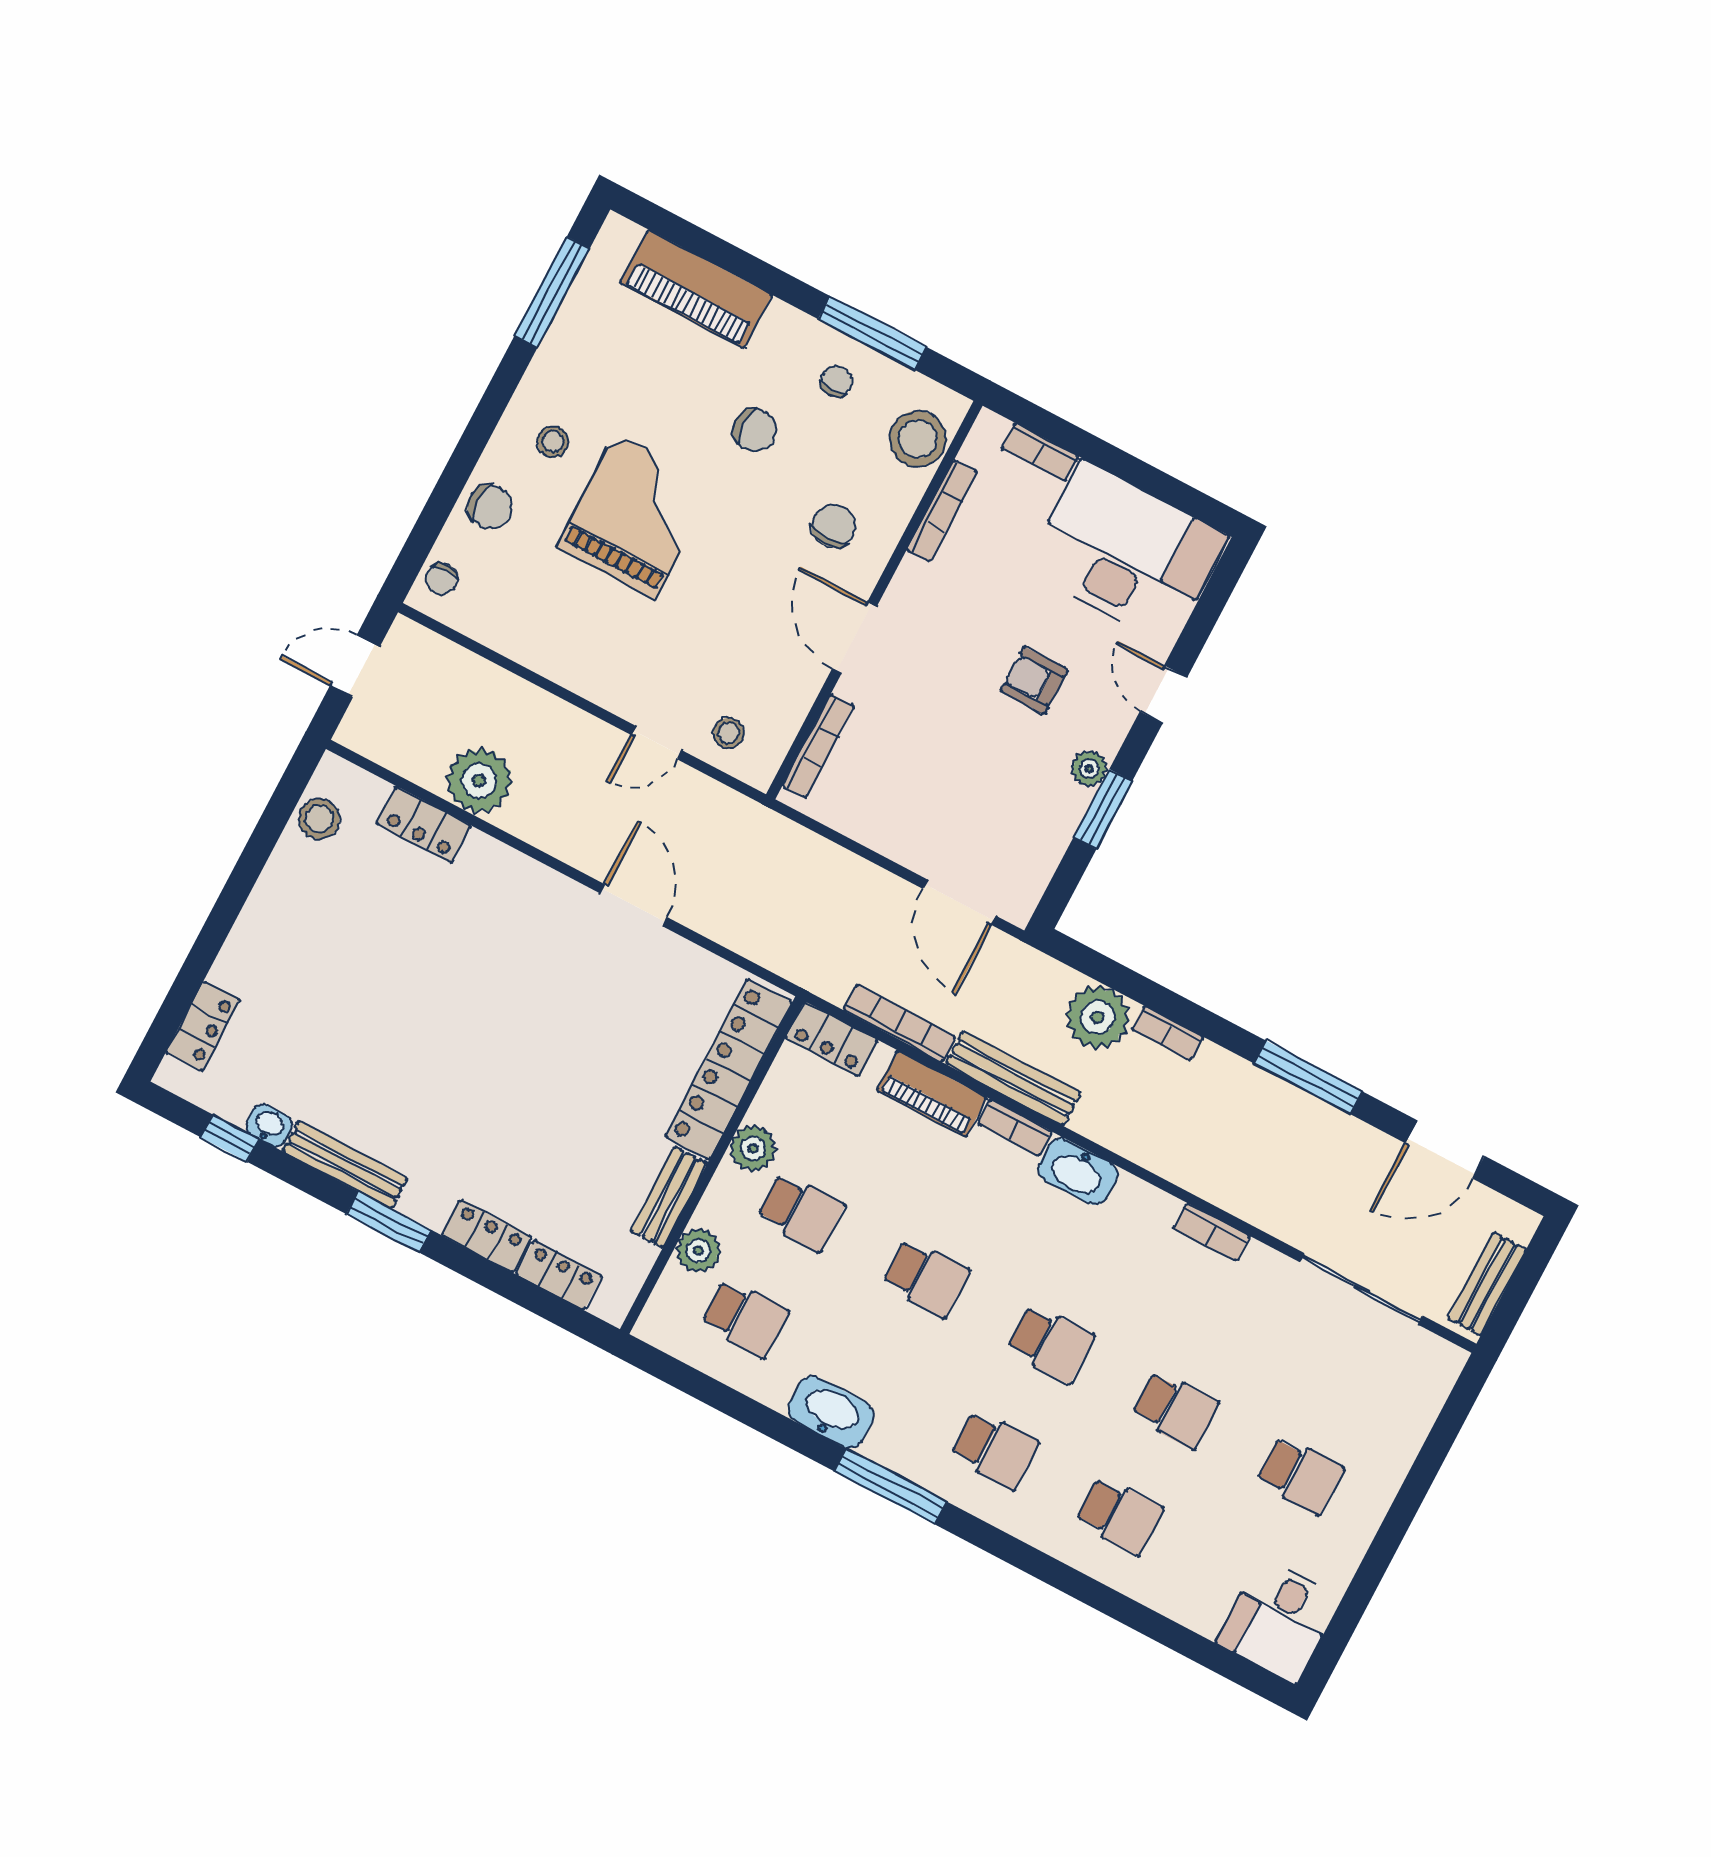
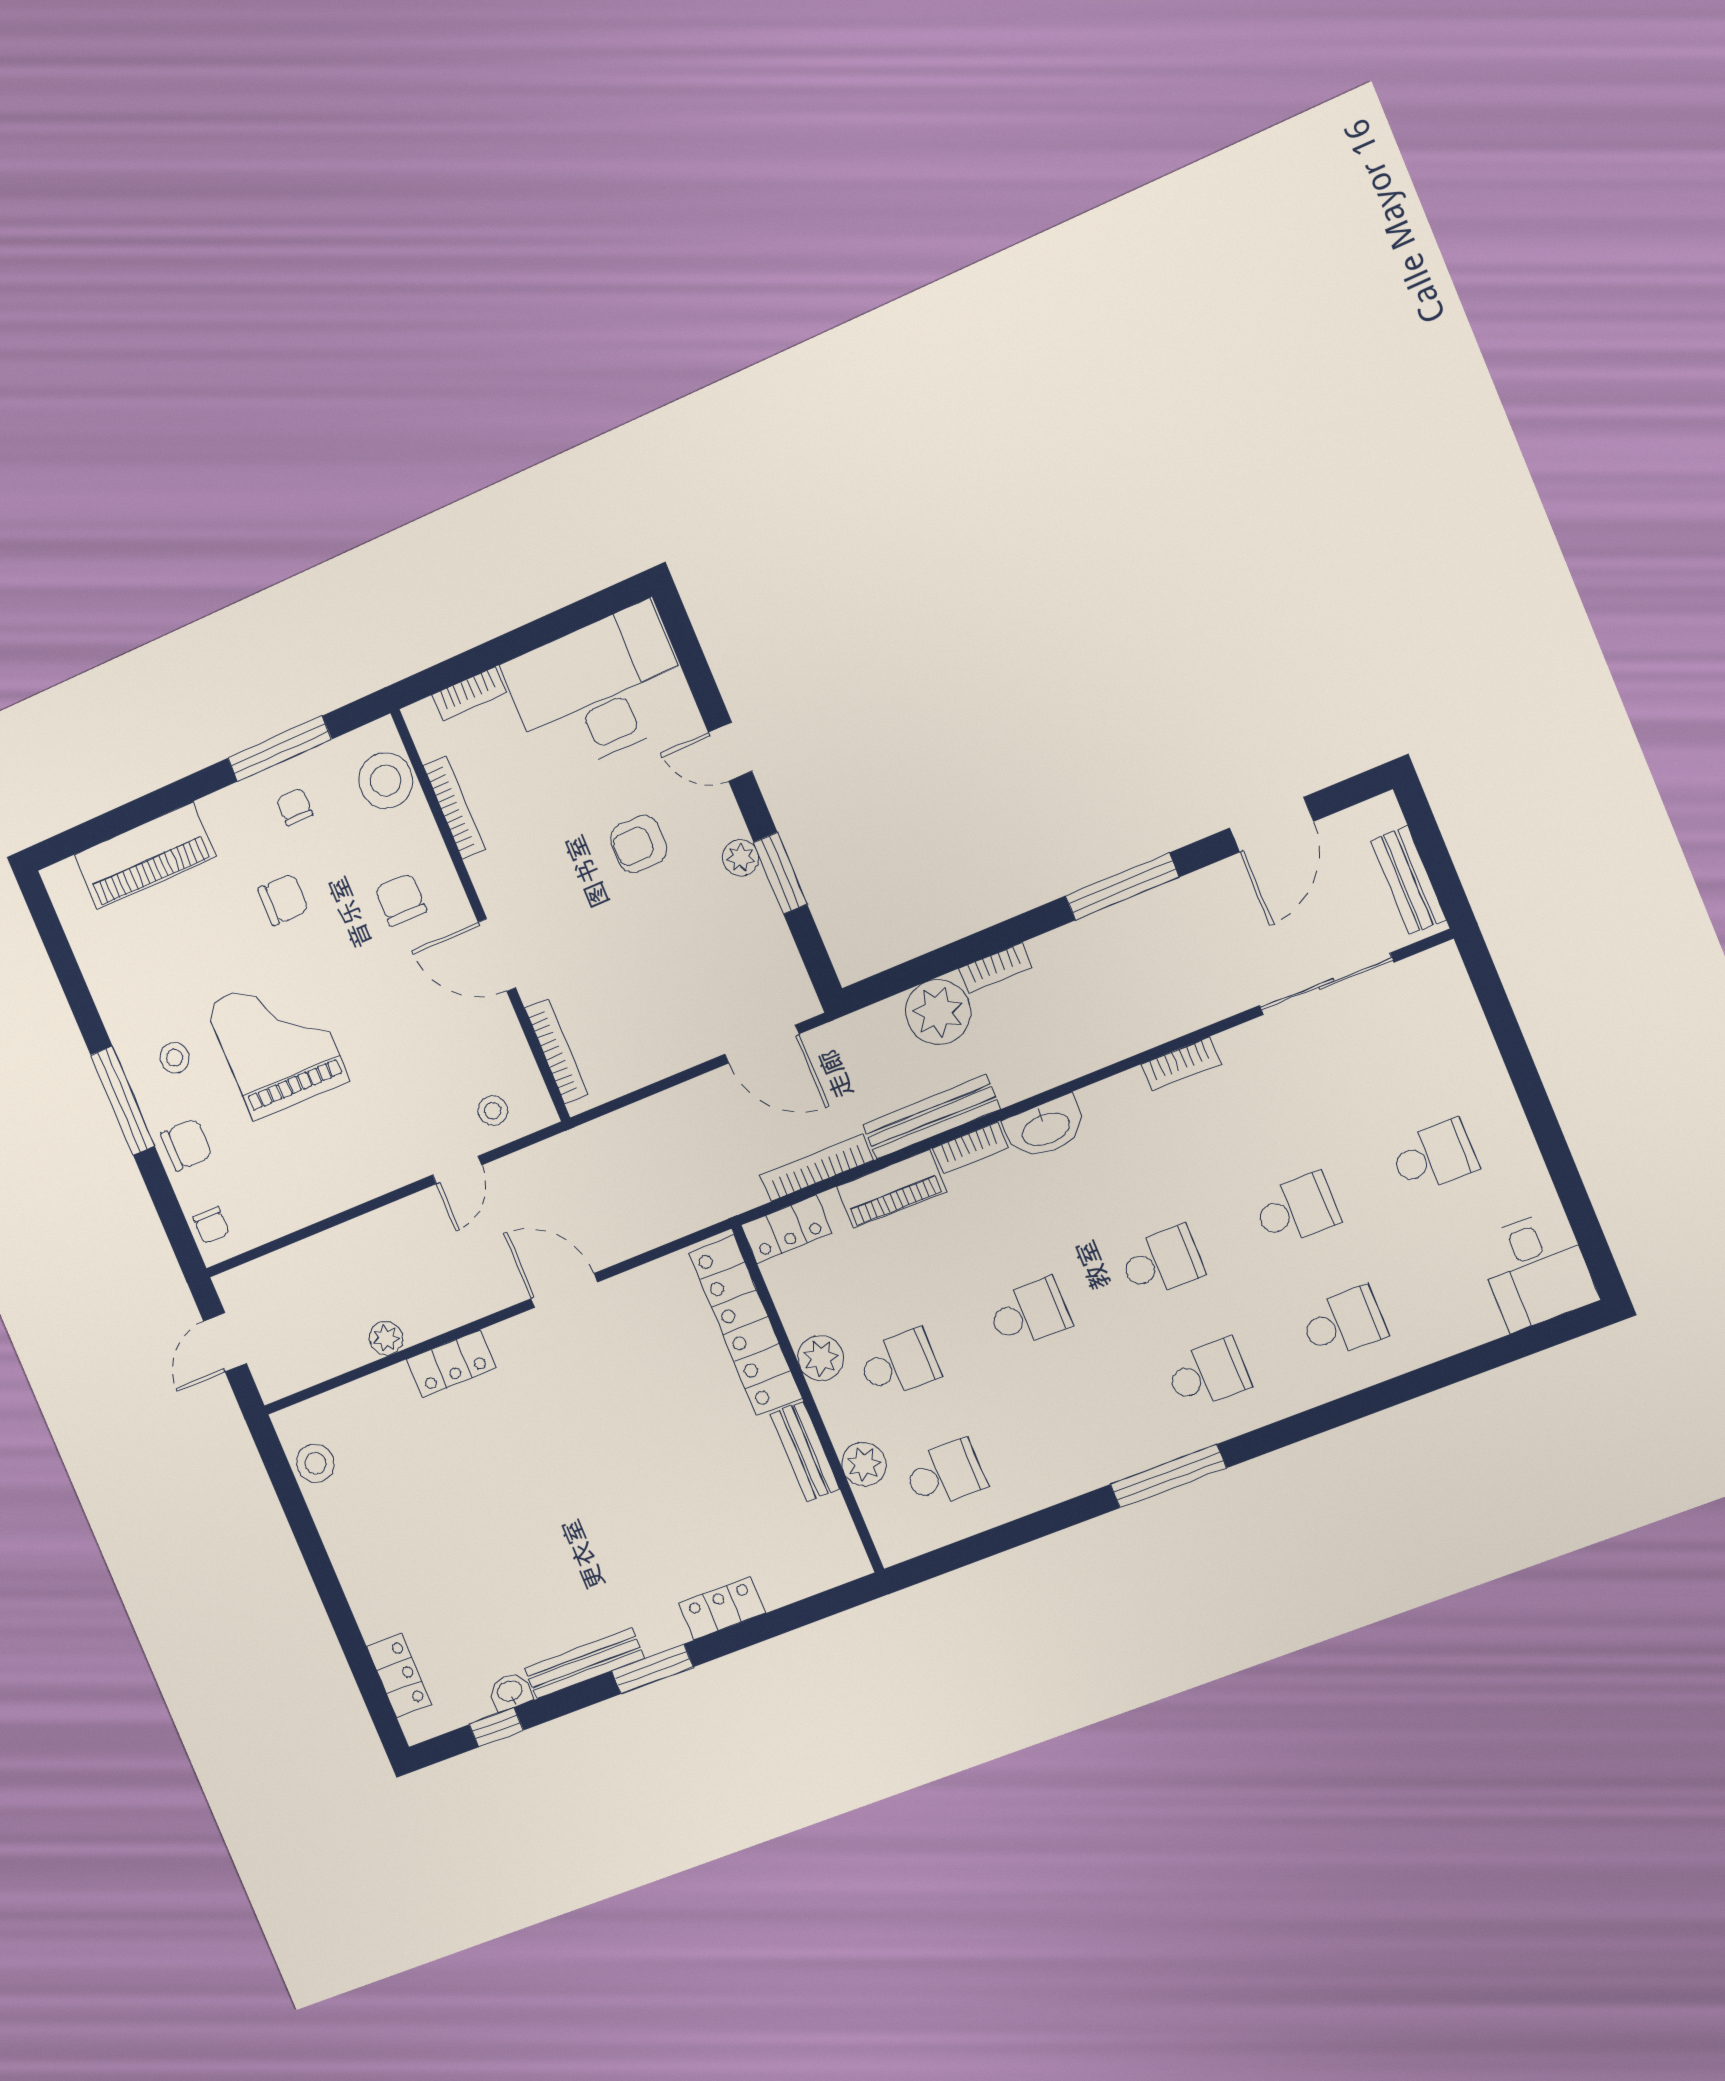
window: (552, 292) -> (123, 1101), moved
plant: (479, 781) -> (386, 1338), width x0.53, depth x0.53
locker: (424, 825) -> (451, 1364), moved
locker: (559, 1275) -> (796, 1581), removed
washbasin: (831, 1412) -> (1072, 1472), removed

